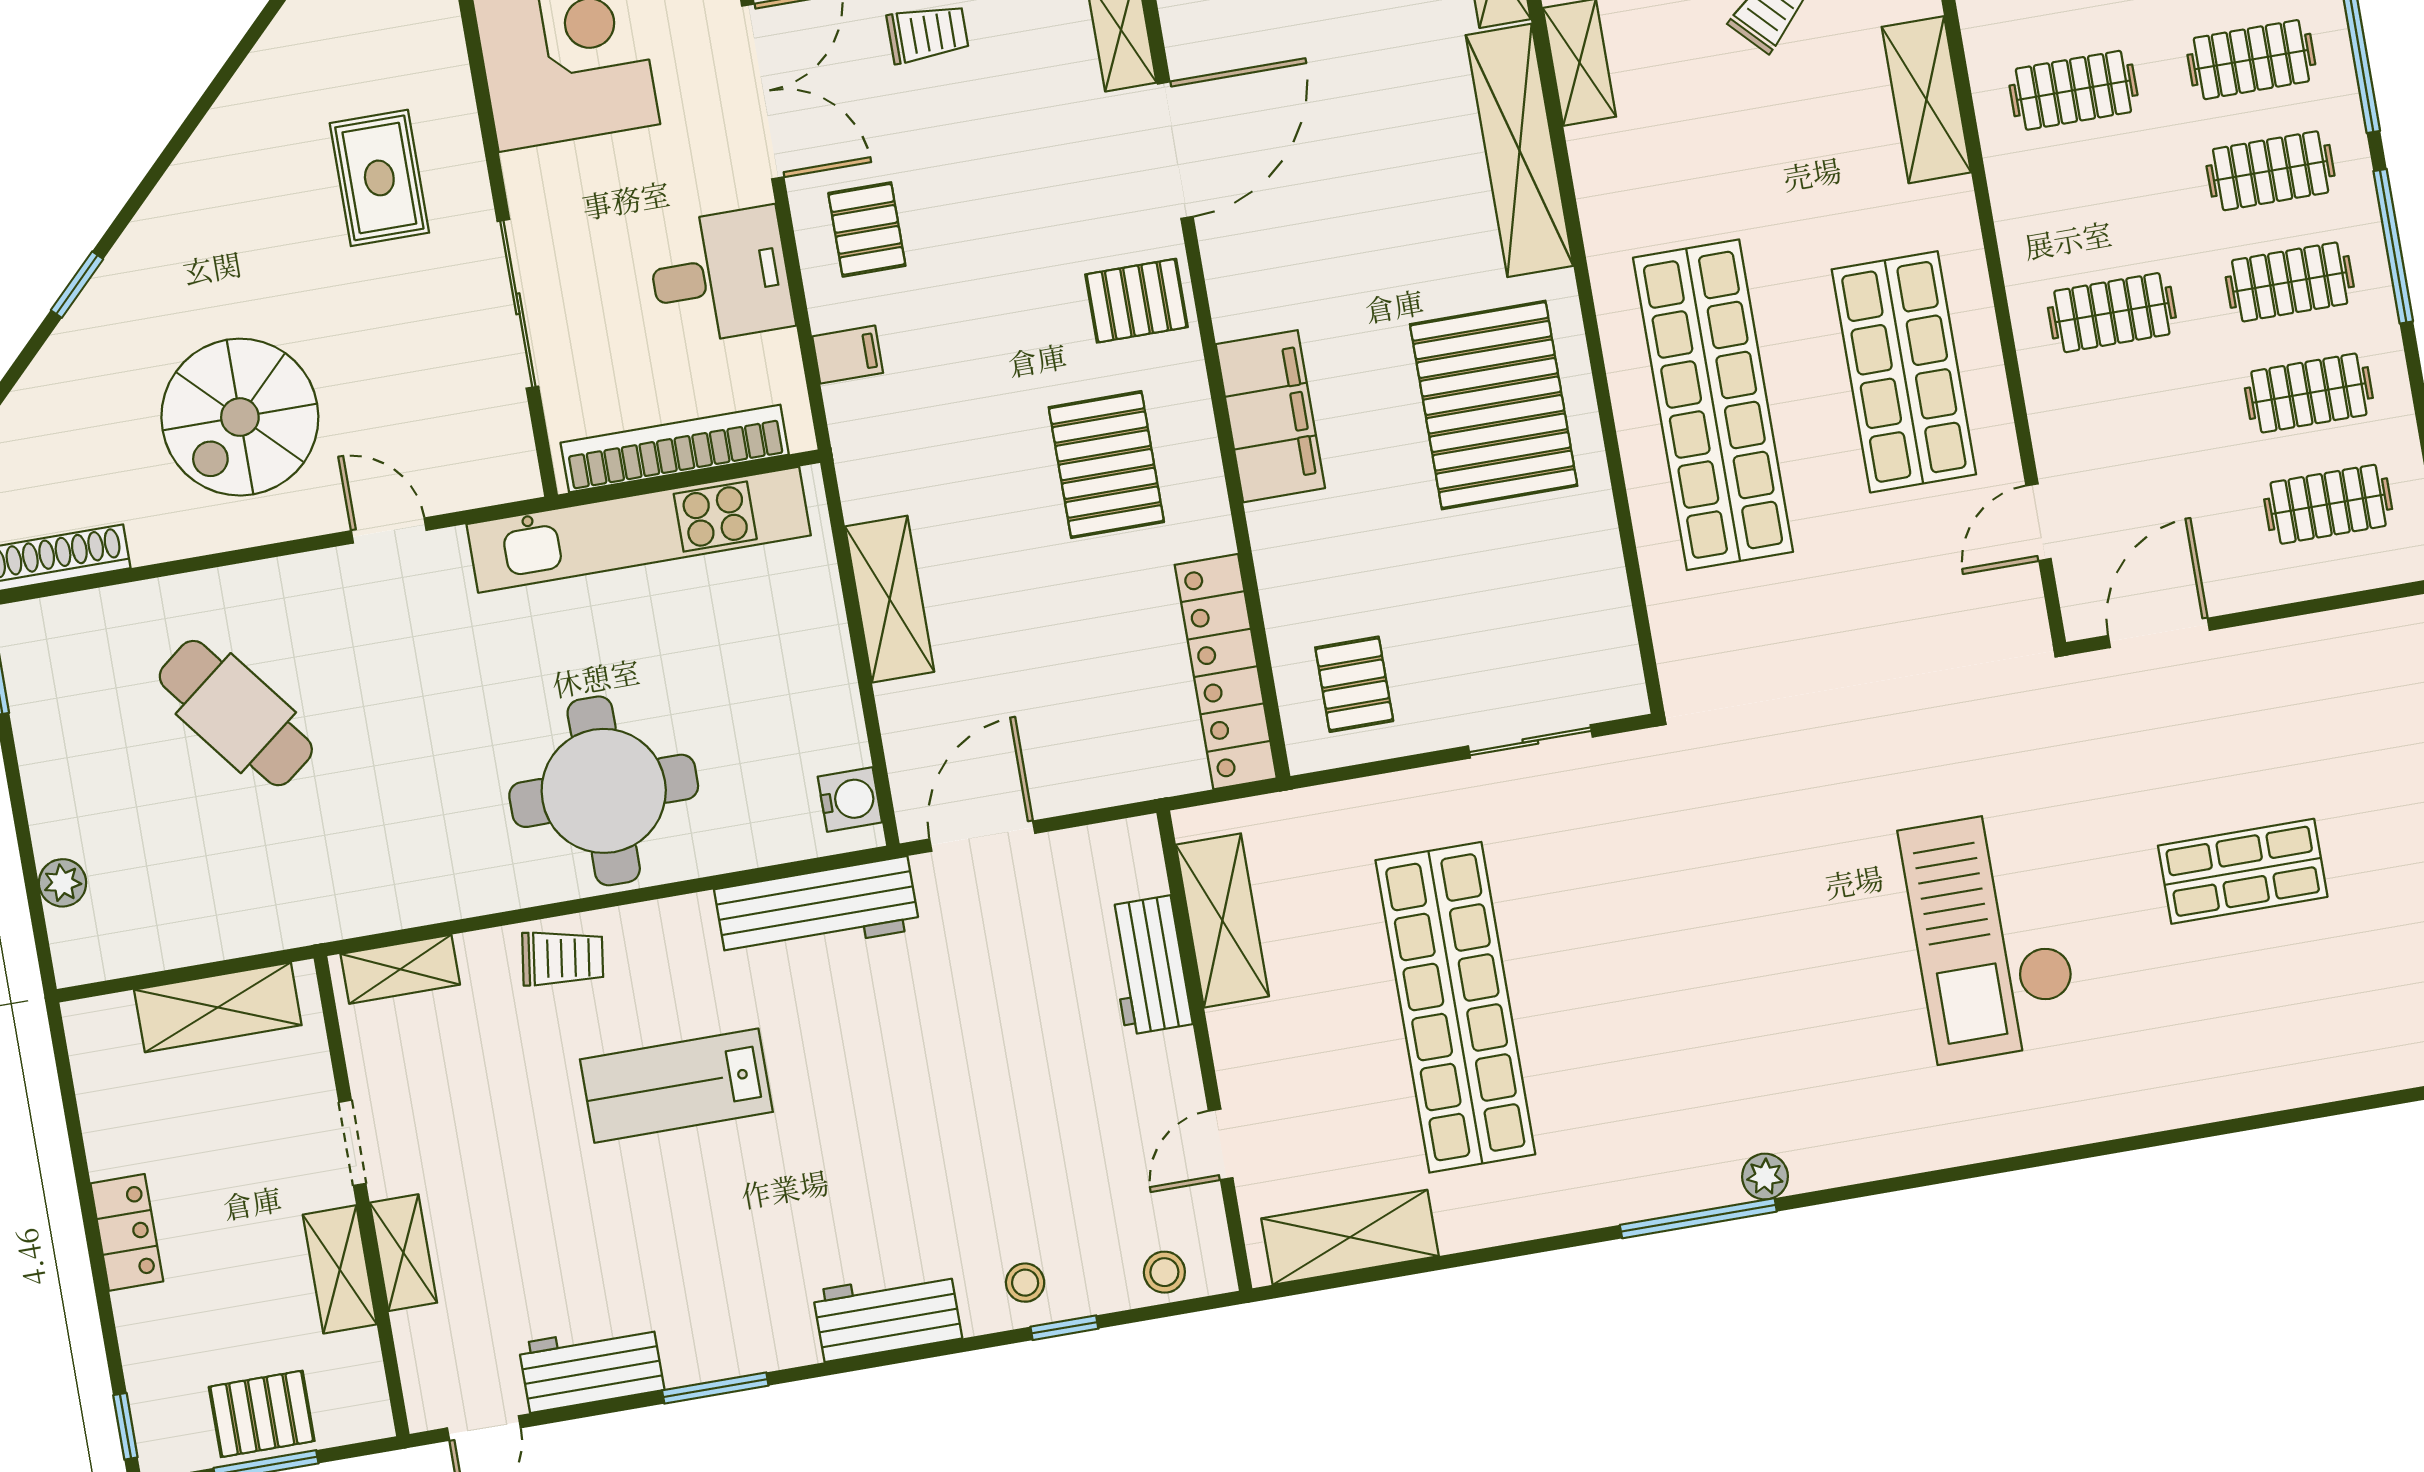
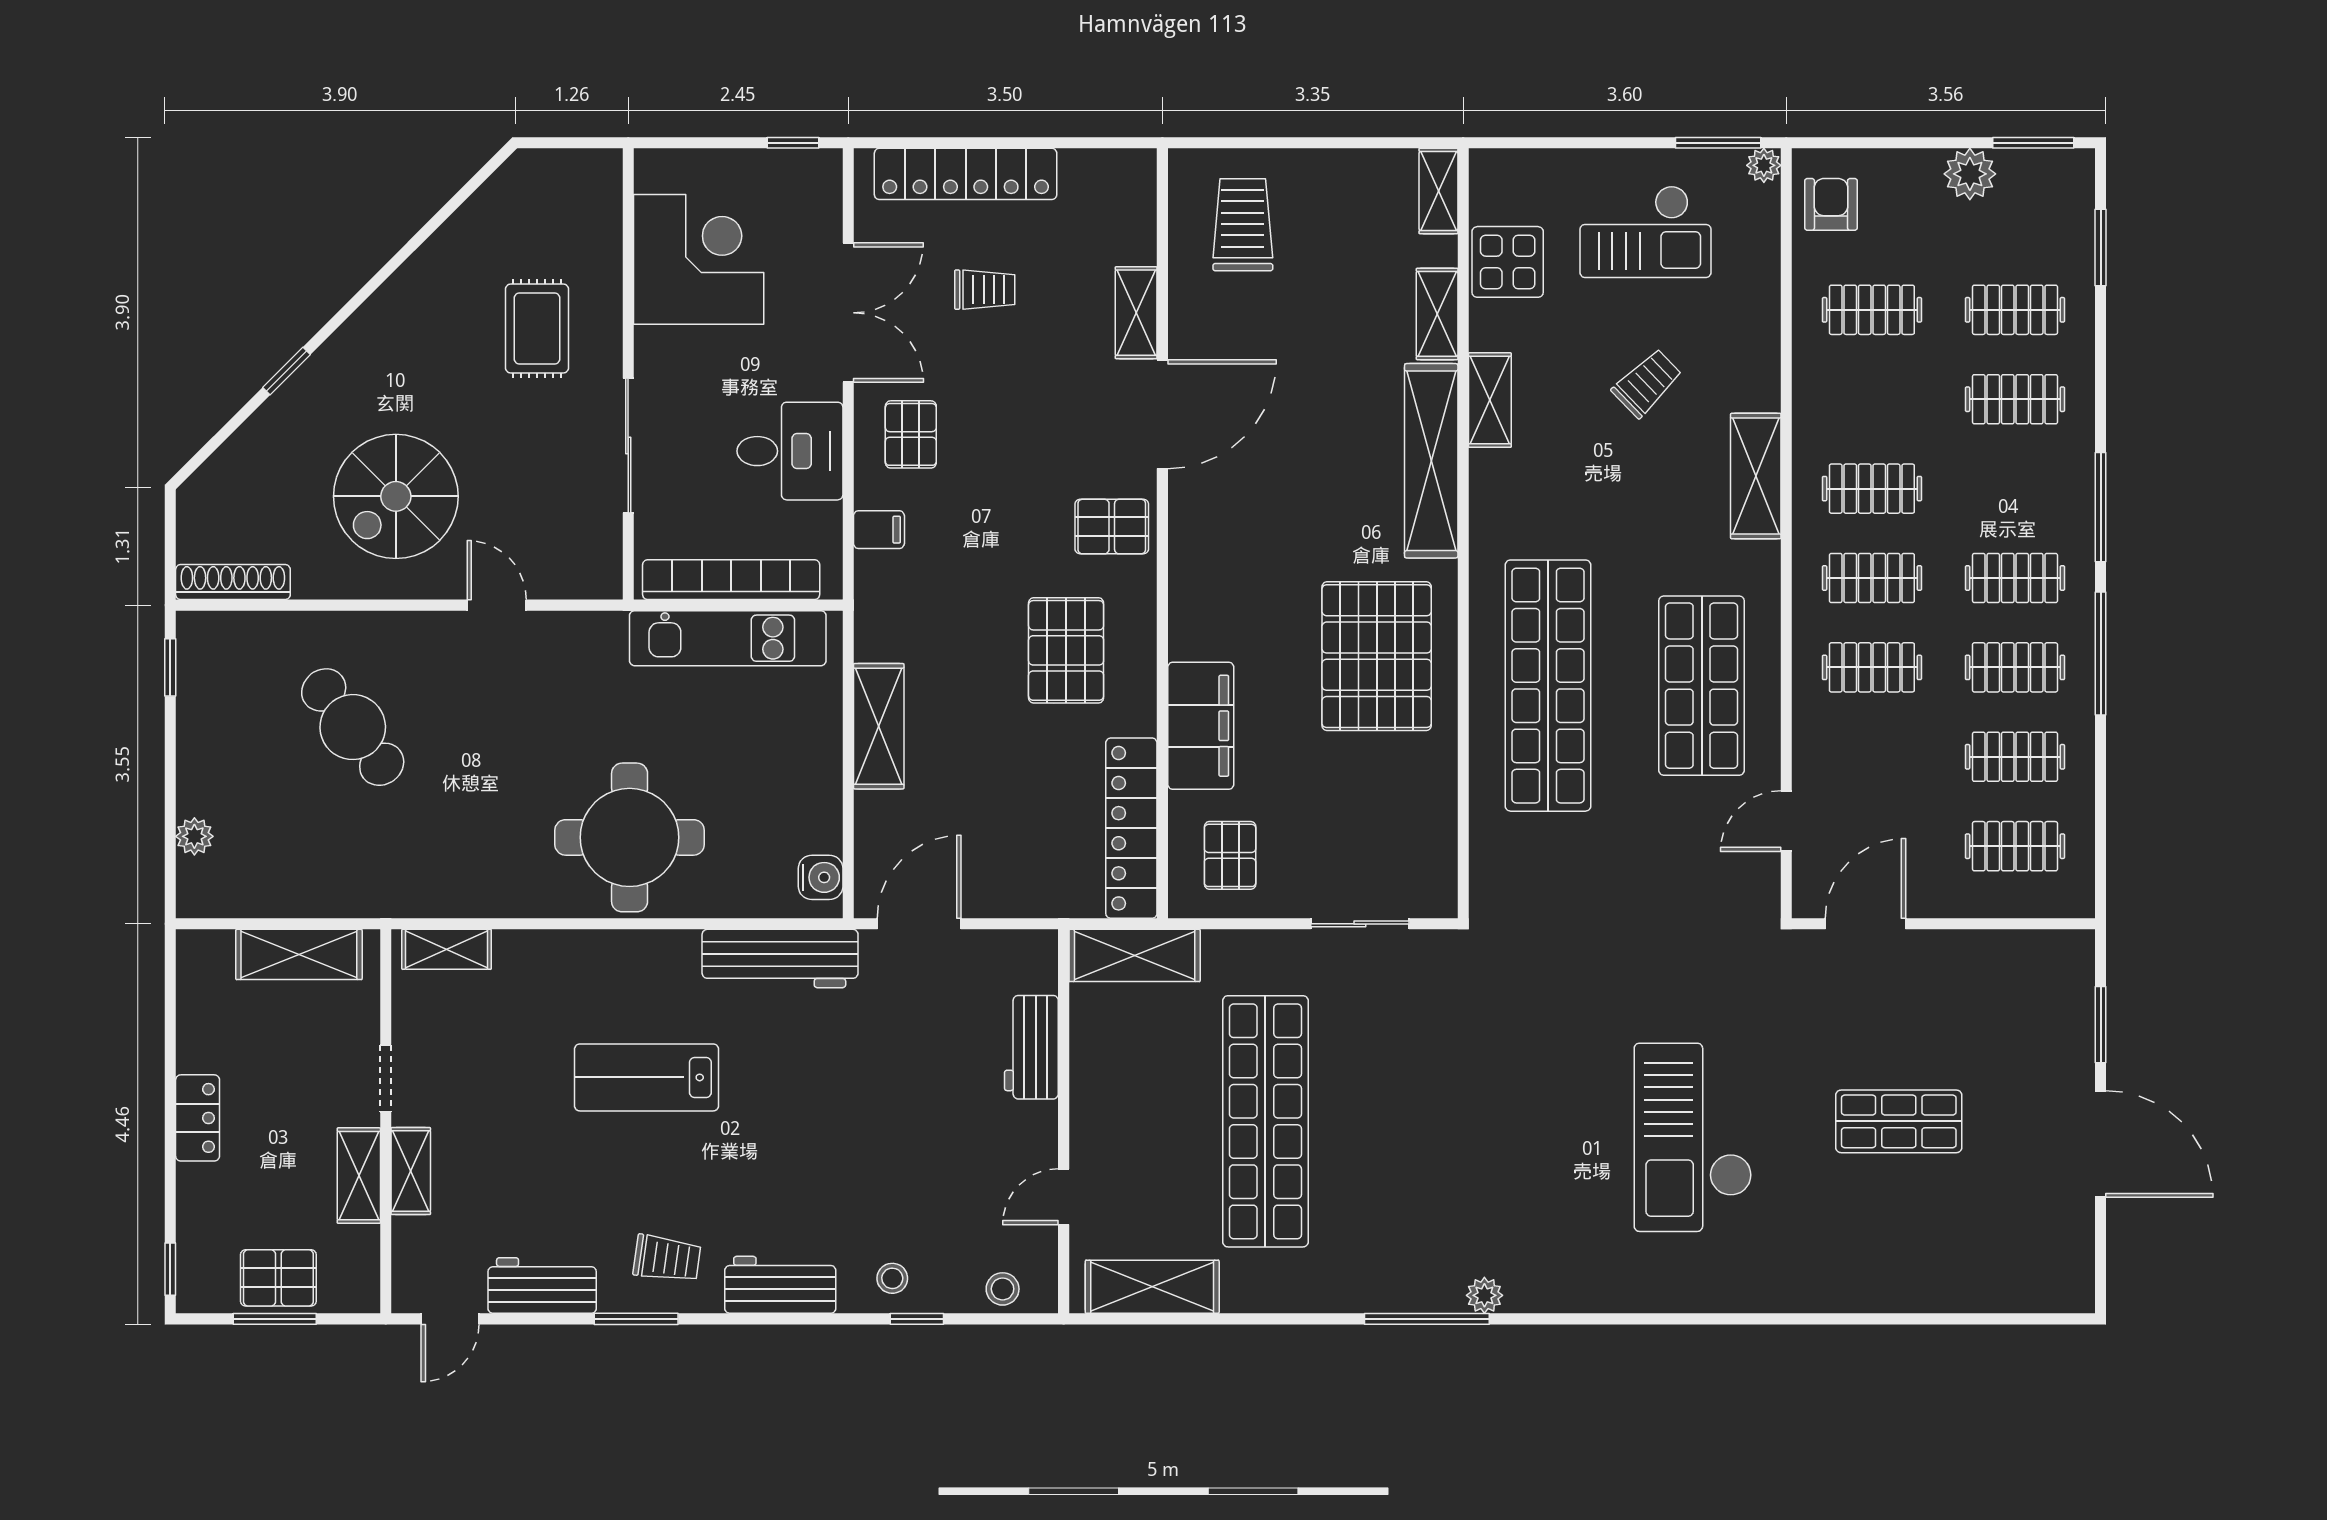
clothes rail: (2251, 60) -> (1872, 578), moved
filing cabinet: (1270, 416) -> (1201, 726), moved
kitchen unit: (639, 530) -> (728, 638), width x0.73
shelving: (1222, 920) -> (1135, 955), moved, turned 90
trolley: (563, 958) -> (667, 1259), moved

